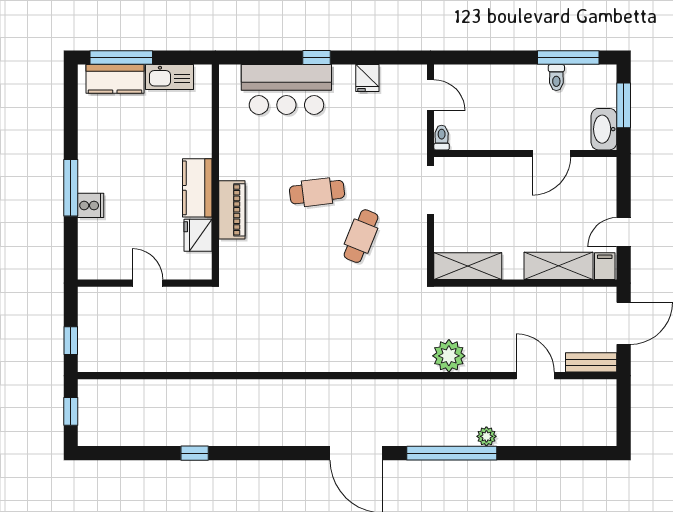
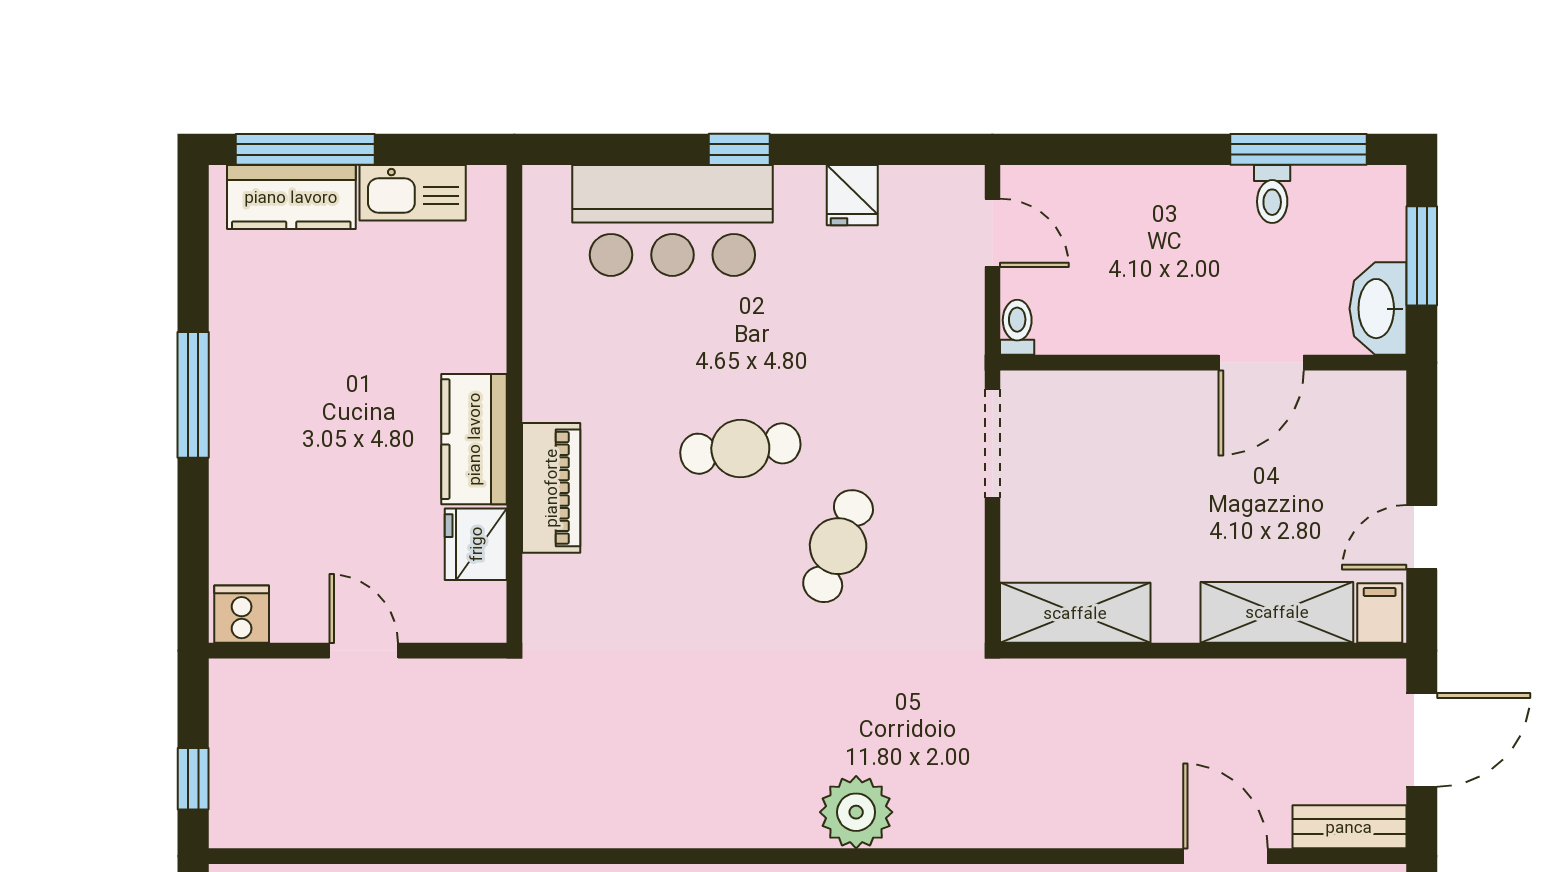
window: (71, 188) -> (193, 395), moved
cooker: (91, 205) -> (242, 614), moved, turned -90
plant: (449, 356) -> (856, 812), moved

